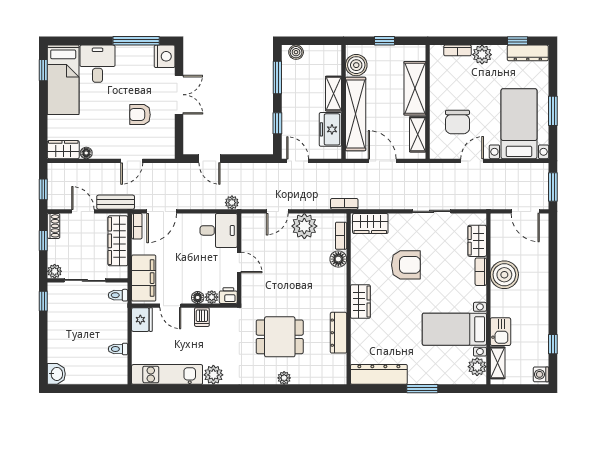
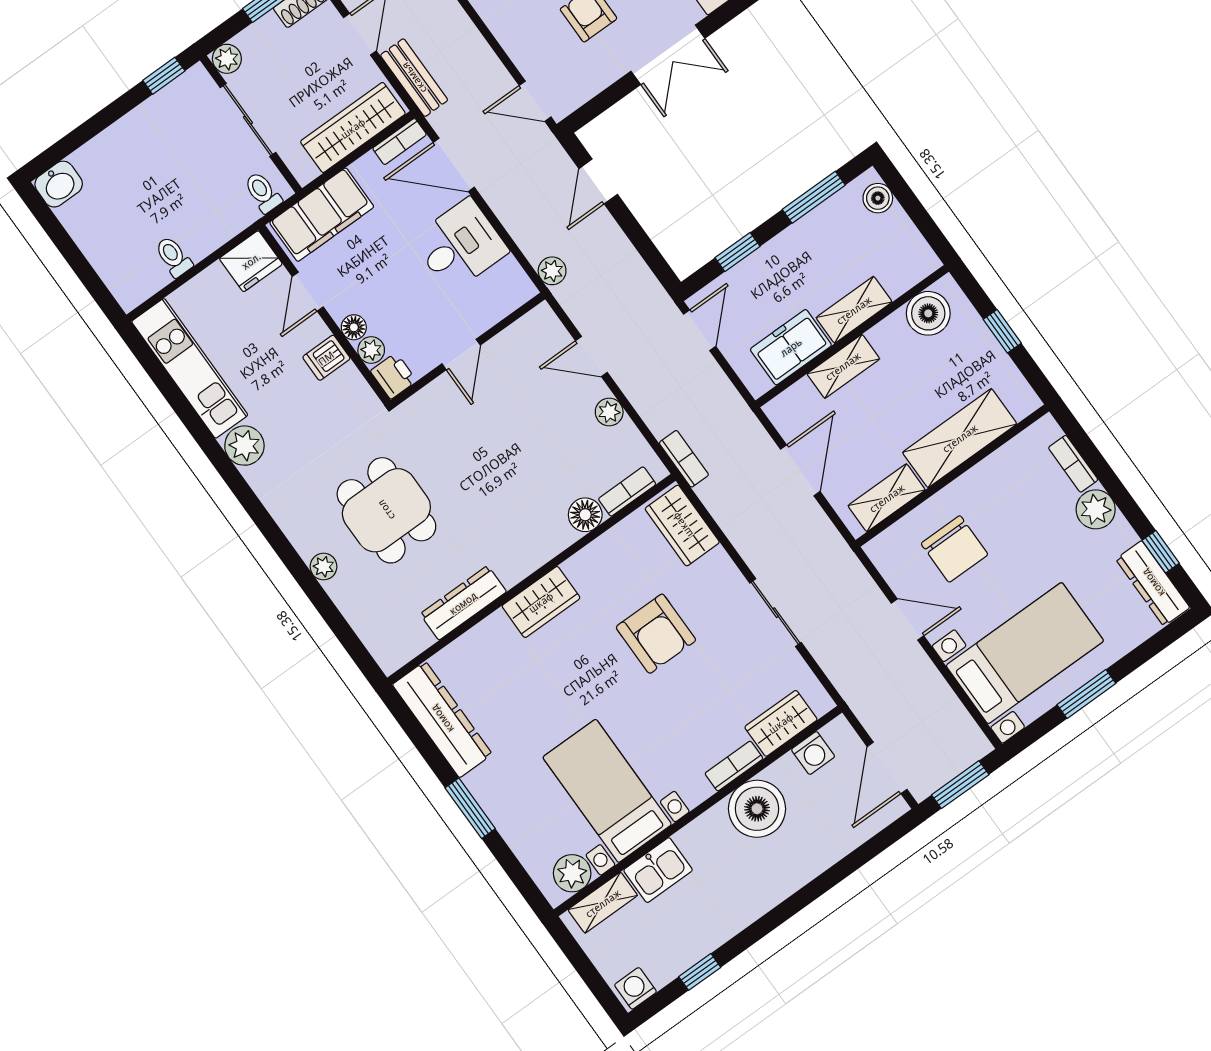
shelving: (356, 114) -> (843, 366), width x0.45, depth x0.75
chair: (457, 122) -> (955, 549), turned -90
door: (132, 161) -> (535, 101), moved
plant: (304, 226) -> (609, 412), width x0.53, depth x0.53
desk: (219, 230) -> (460, 245), moved, turned -90
washing machine: (498, 237) -> (813, 753), added

